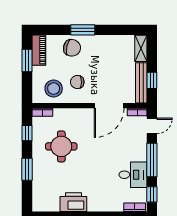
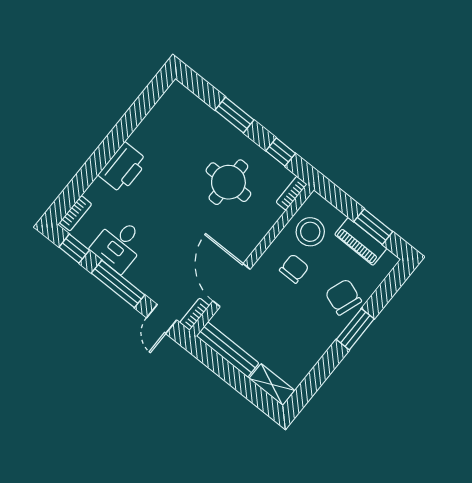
chair: (72, 48) -> (343, 297), turned 98
piano: (39, 50) -> (361, 241), moved
window: (152, 80) -> (220, 366), removed
printer: (73, 202) -> (123, 168), moved

